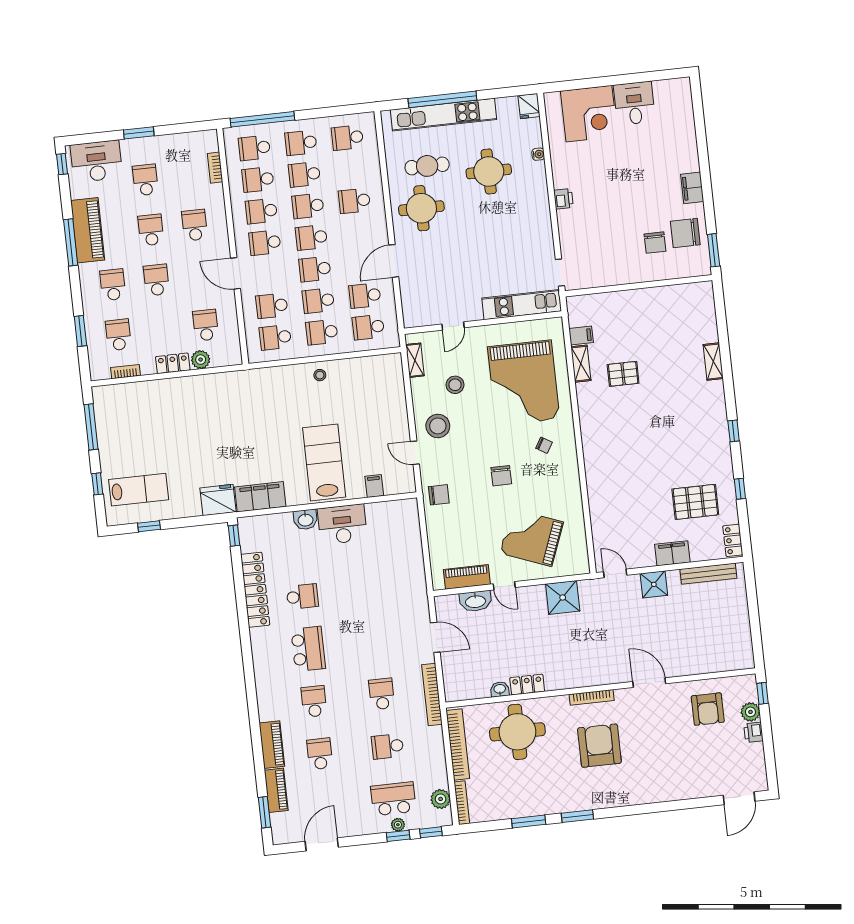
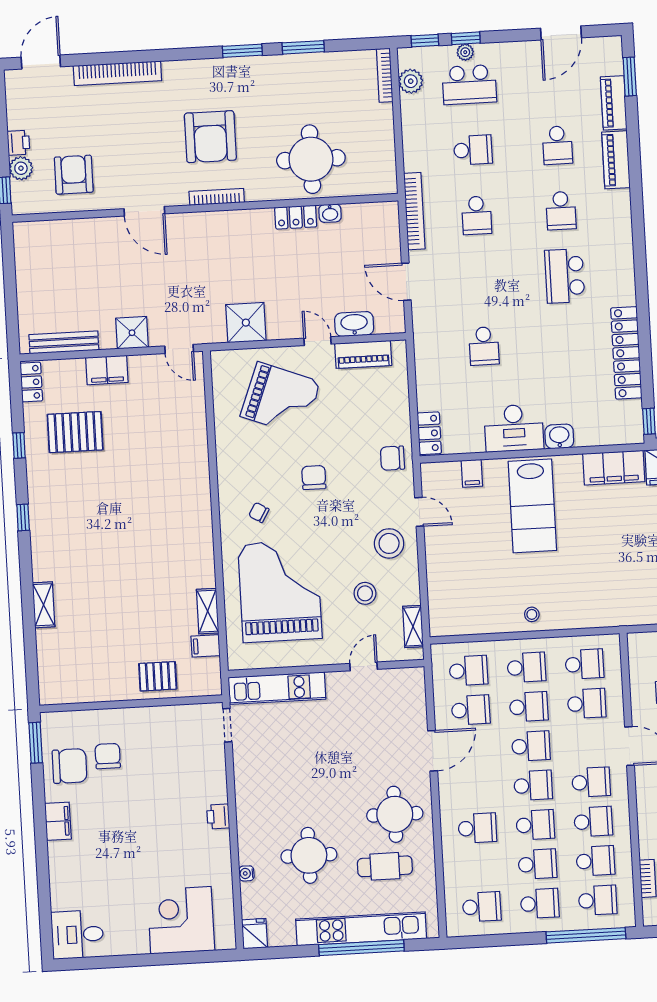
desk: (634, 103) -> (77, 935), moved, turned 90
pallet: (623, 374) -> (158, 676), moved
locker: (410, 516) -> (429, 433), added
school desk: (302, 596) -> (484, 346), moved, turned -90
bookcase: (458, 744) -> (117, 73), moved, turned -90

